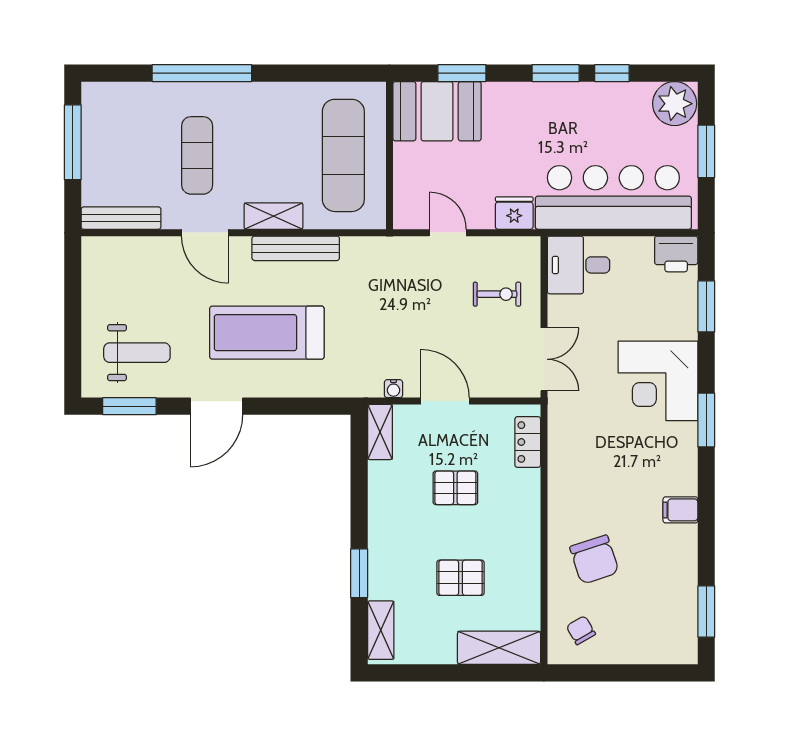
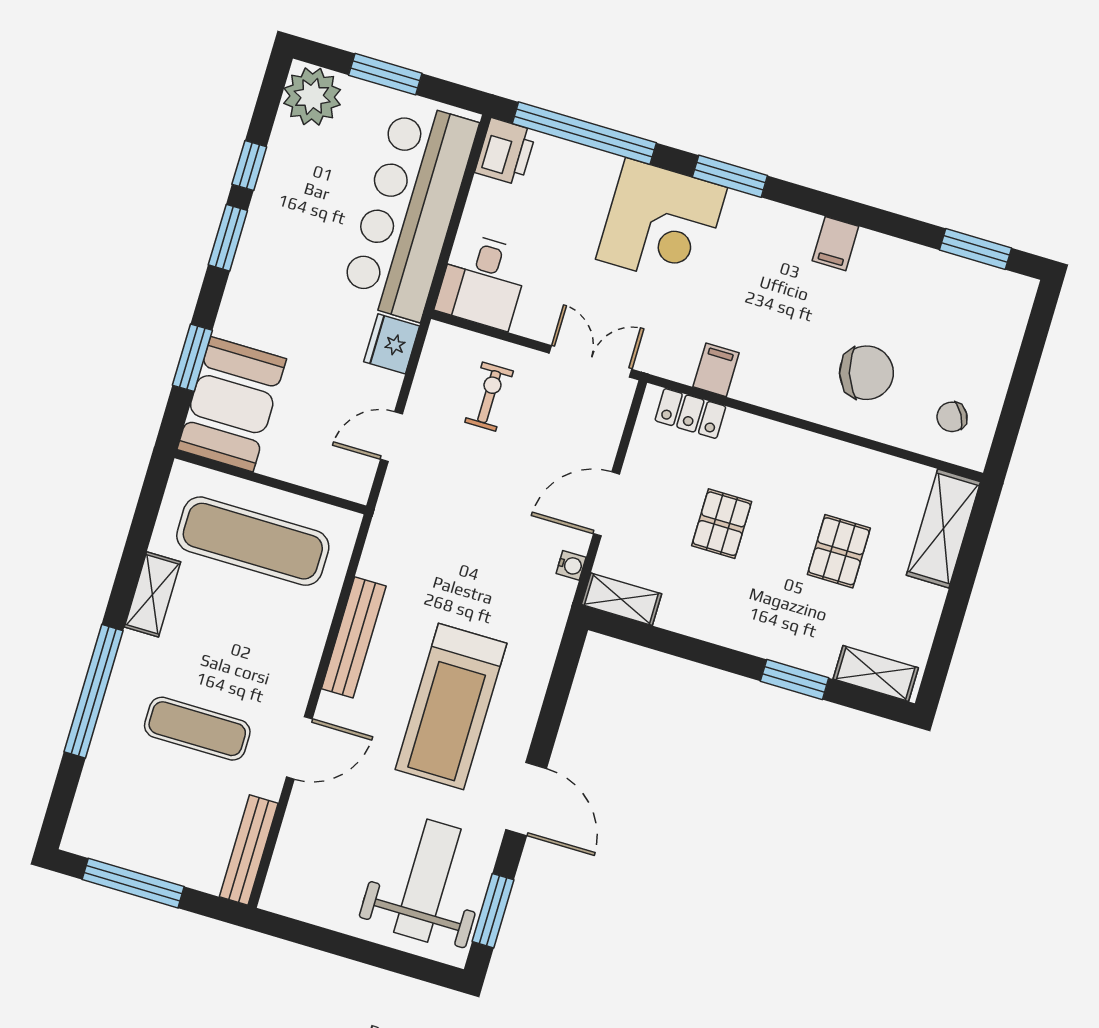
shelving: (274, 216) -> (152, 594), moved
window: (706, 306) -> (584, 133), width x2.11
weight bench: (137, 353) -> (427, 881), width x1.36, depth x1.33
filing cabinet: (565, 451) -> (716, 370), added

